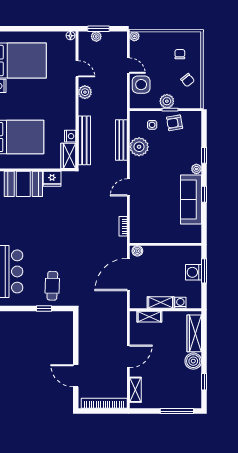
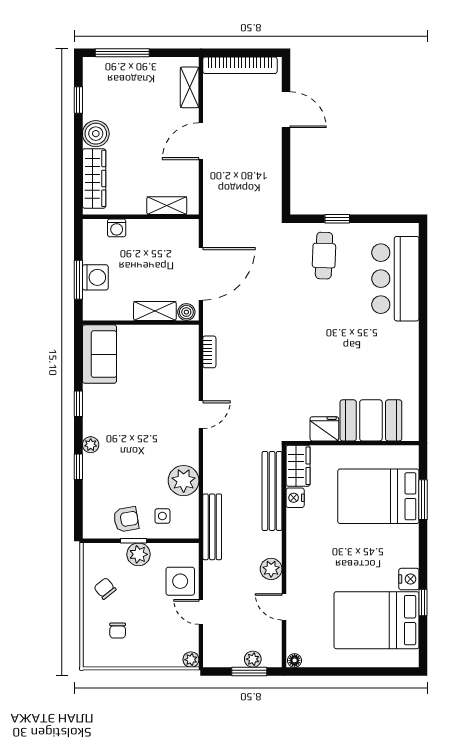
bench: (121, 140) -> (212, 527), moved
sofa: (191, 200) -> (99, 354), moved, width x0.73
shelving: (161, 303) -> (155, 311), moved

